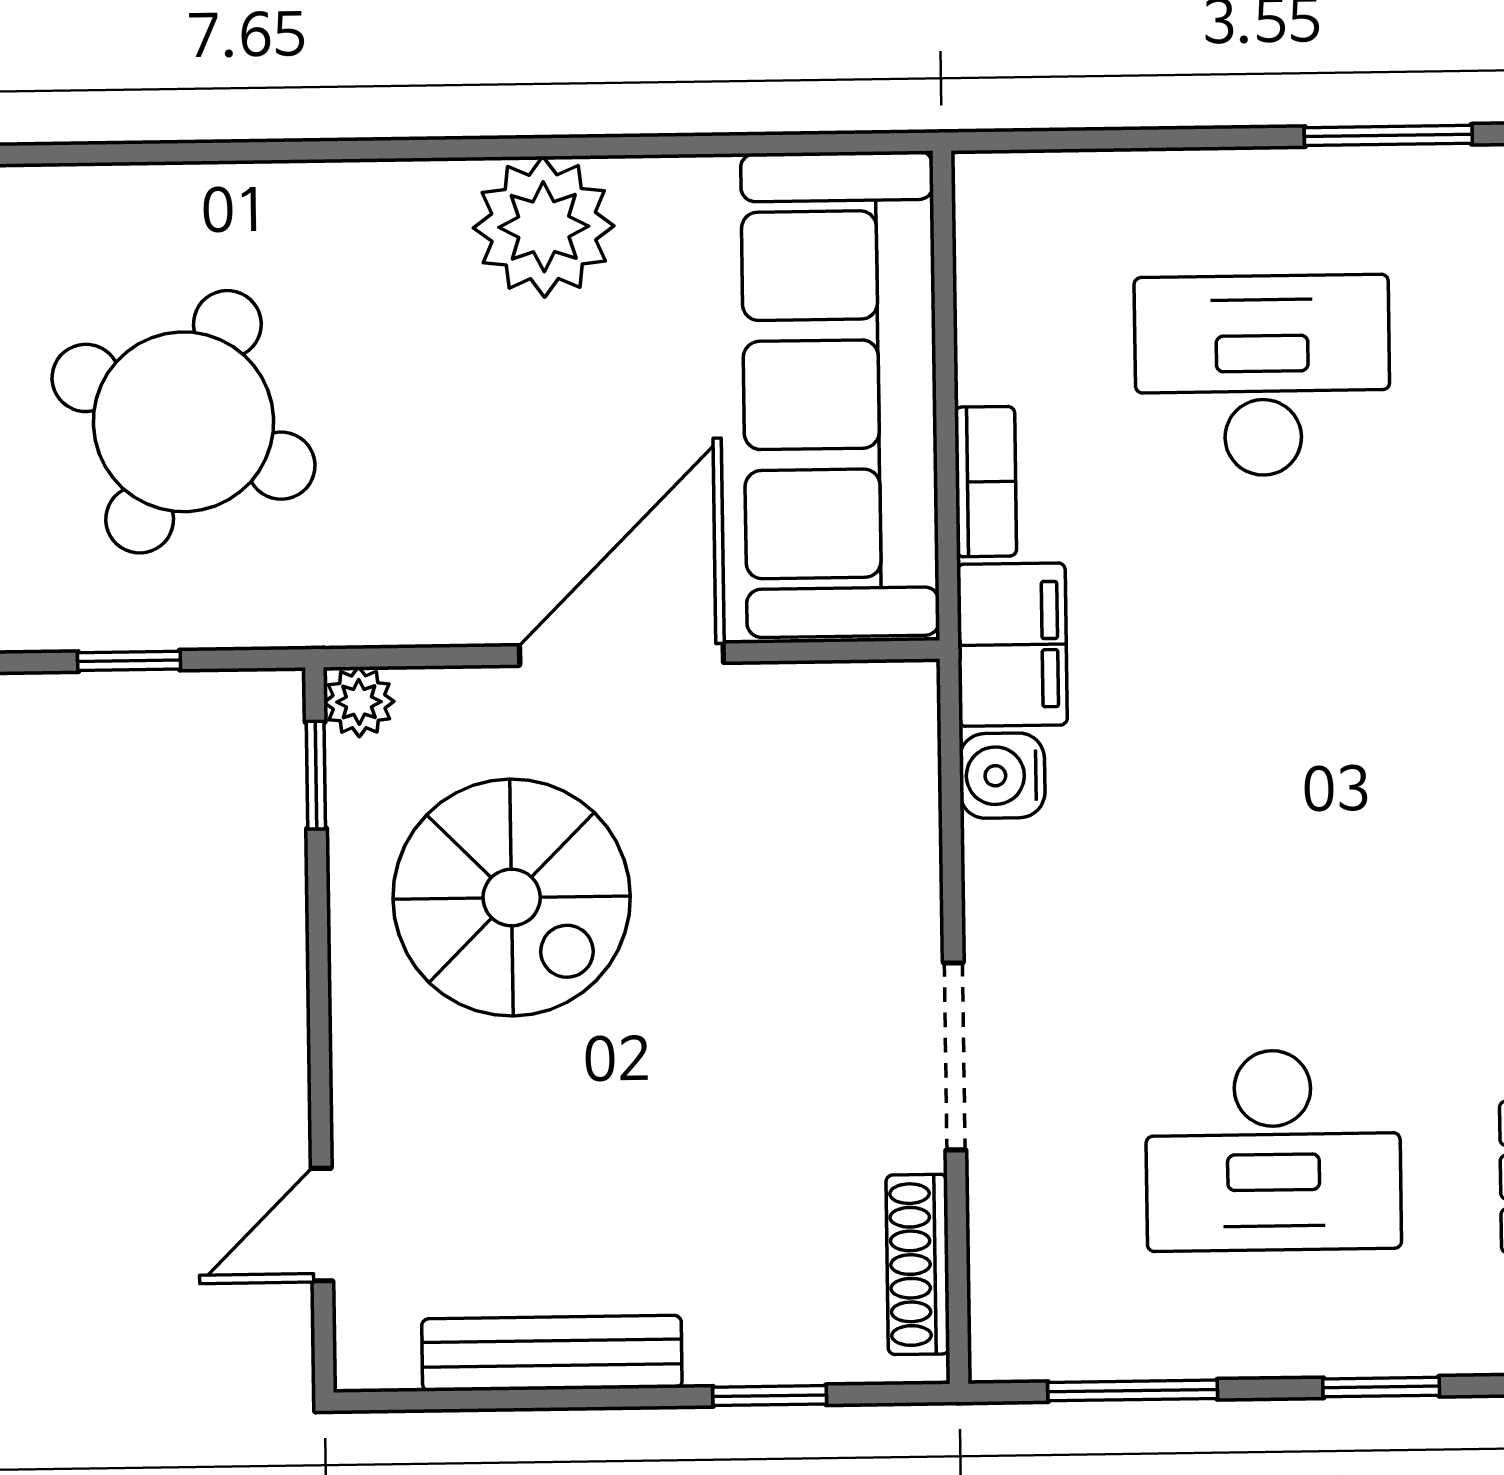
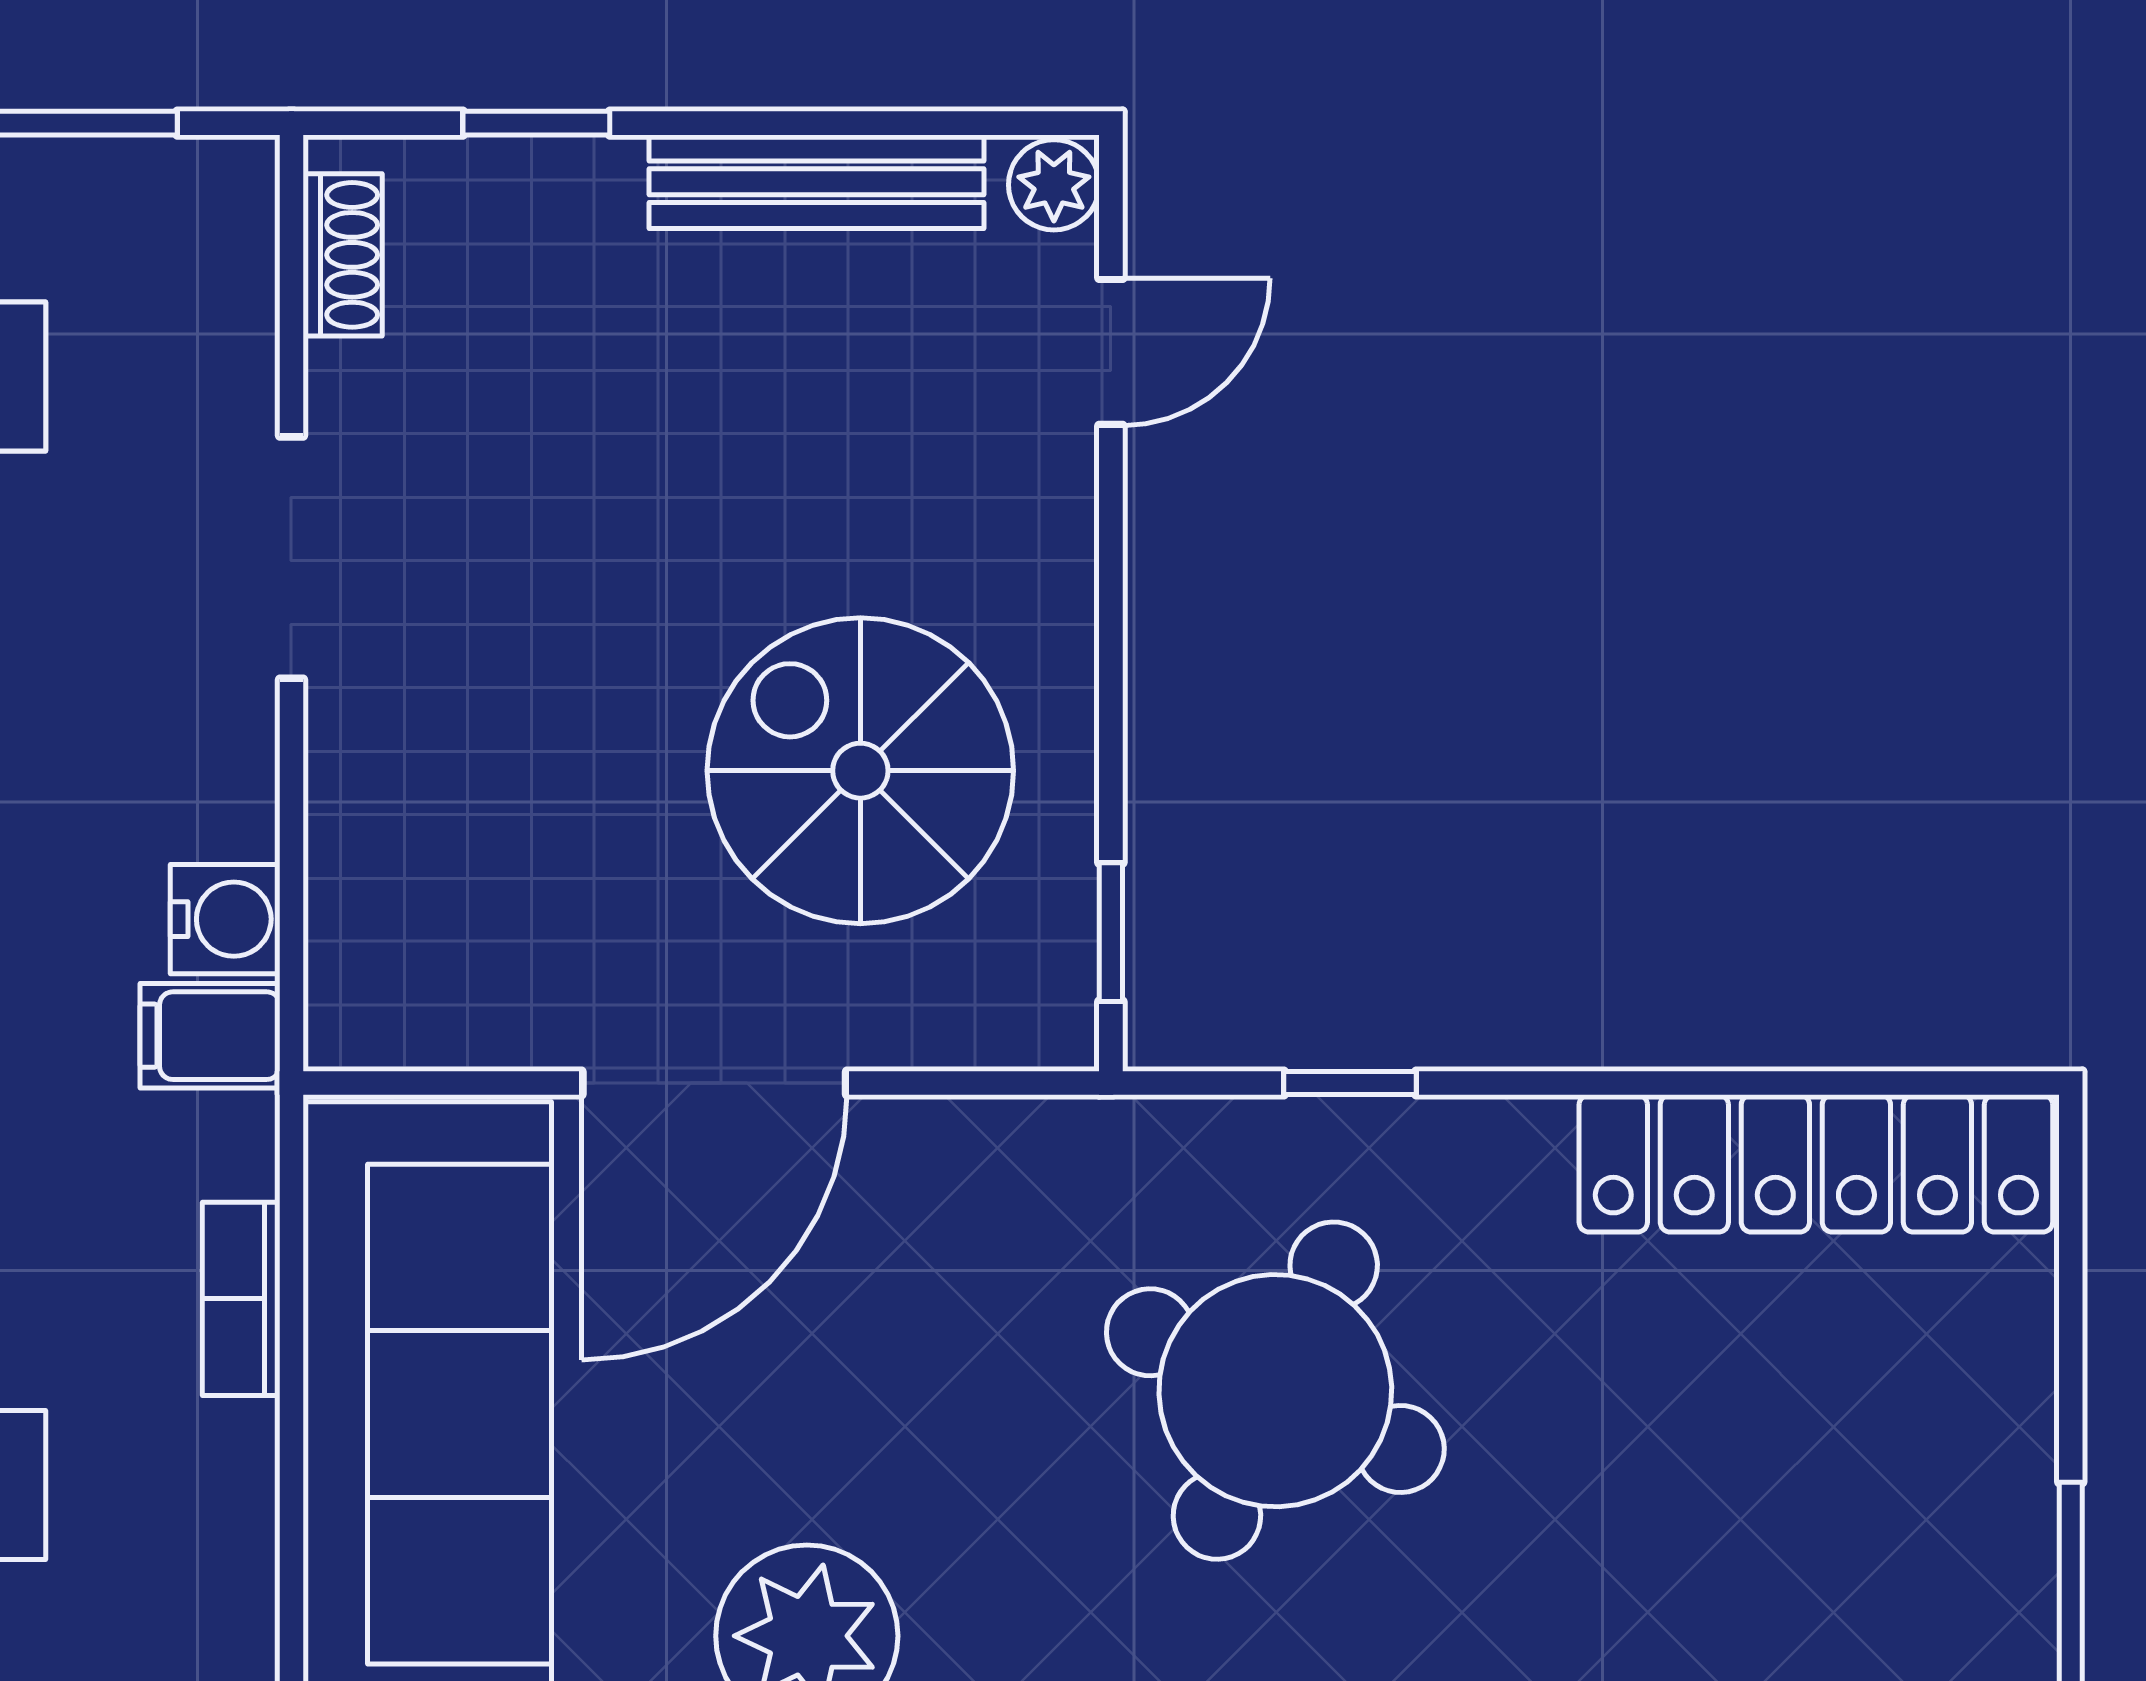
filing cabinet: (1012, 645) -> (210, 1036), width x0.50
plant: (359, 702) -> (1054, 185), moved
shoe rack: (918, 1264) -> (343, 255), width x0.70

